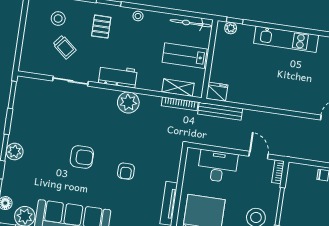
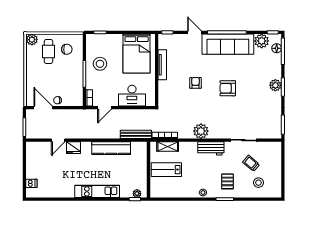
bicycle: (191, 23) -> (165, 193), removed
lab bench: (185, 56) -> (166, 170), turned 180
fridge: (217, 92) -> (74, 148), moved
kitchen counter: (257, 97) -> (111, 148), added
door: (259, 155) -> (104, 108), hinge flipped

